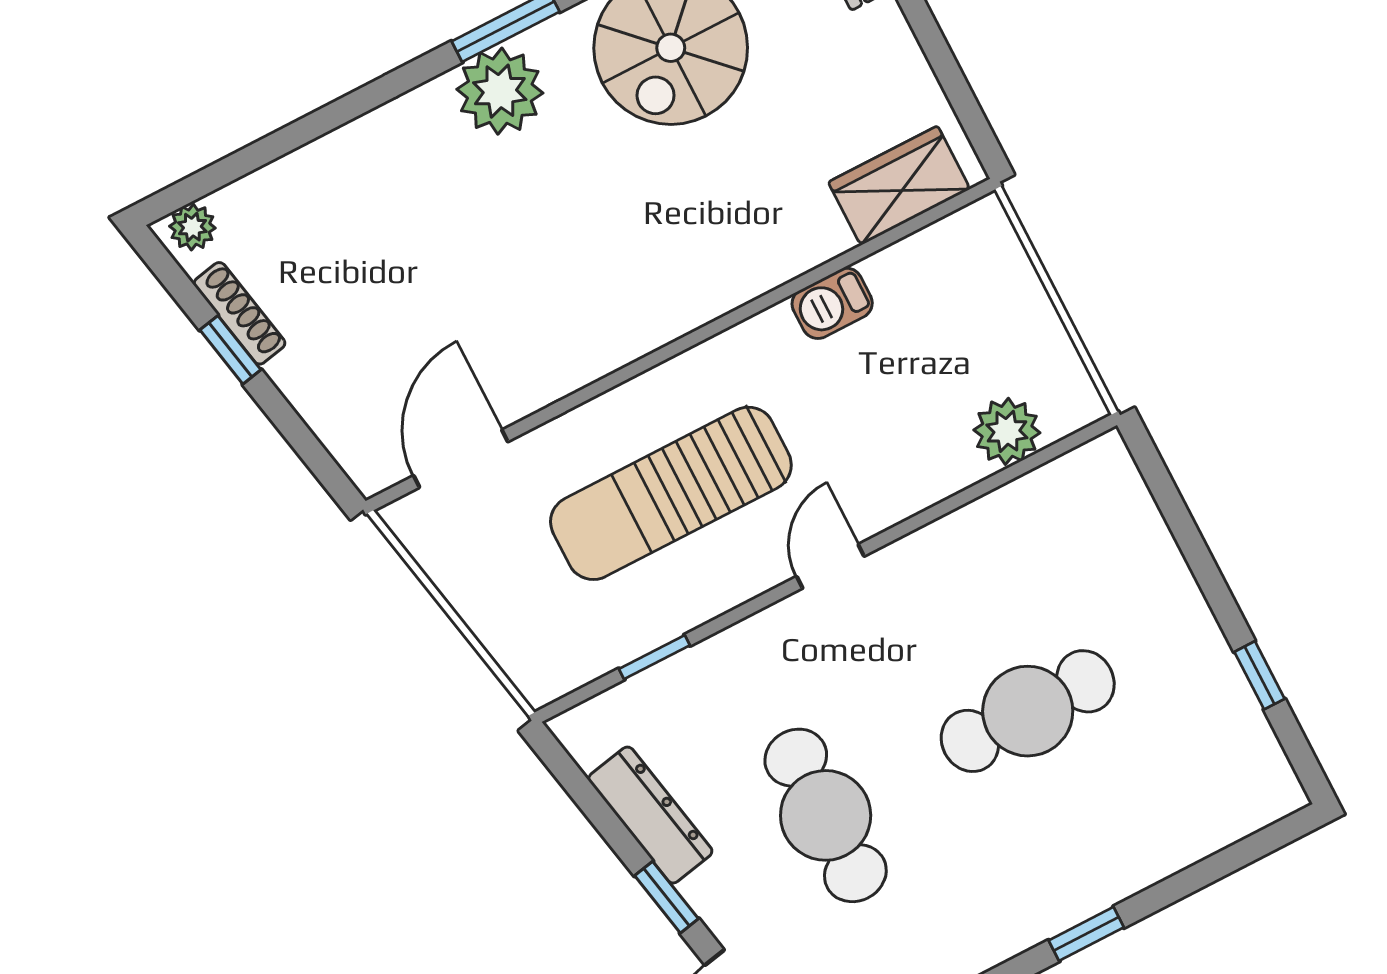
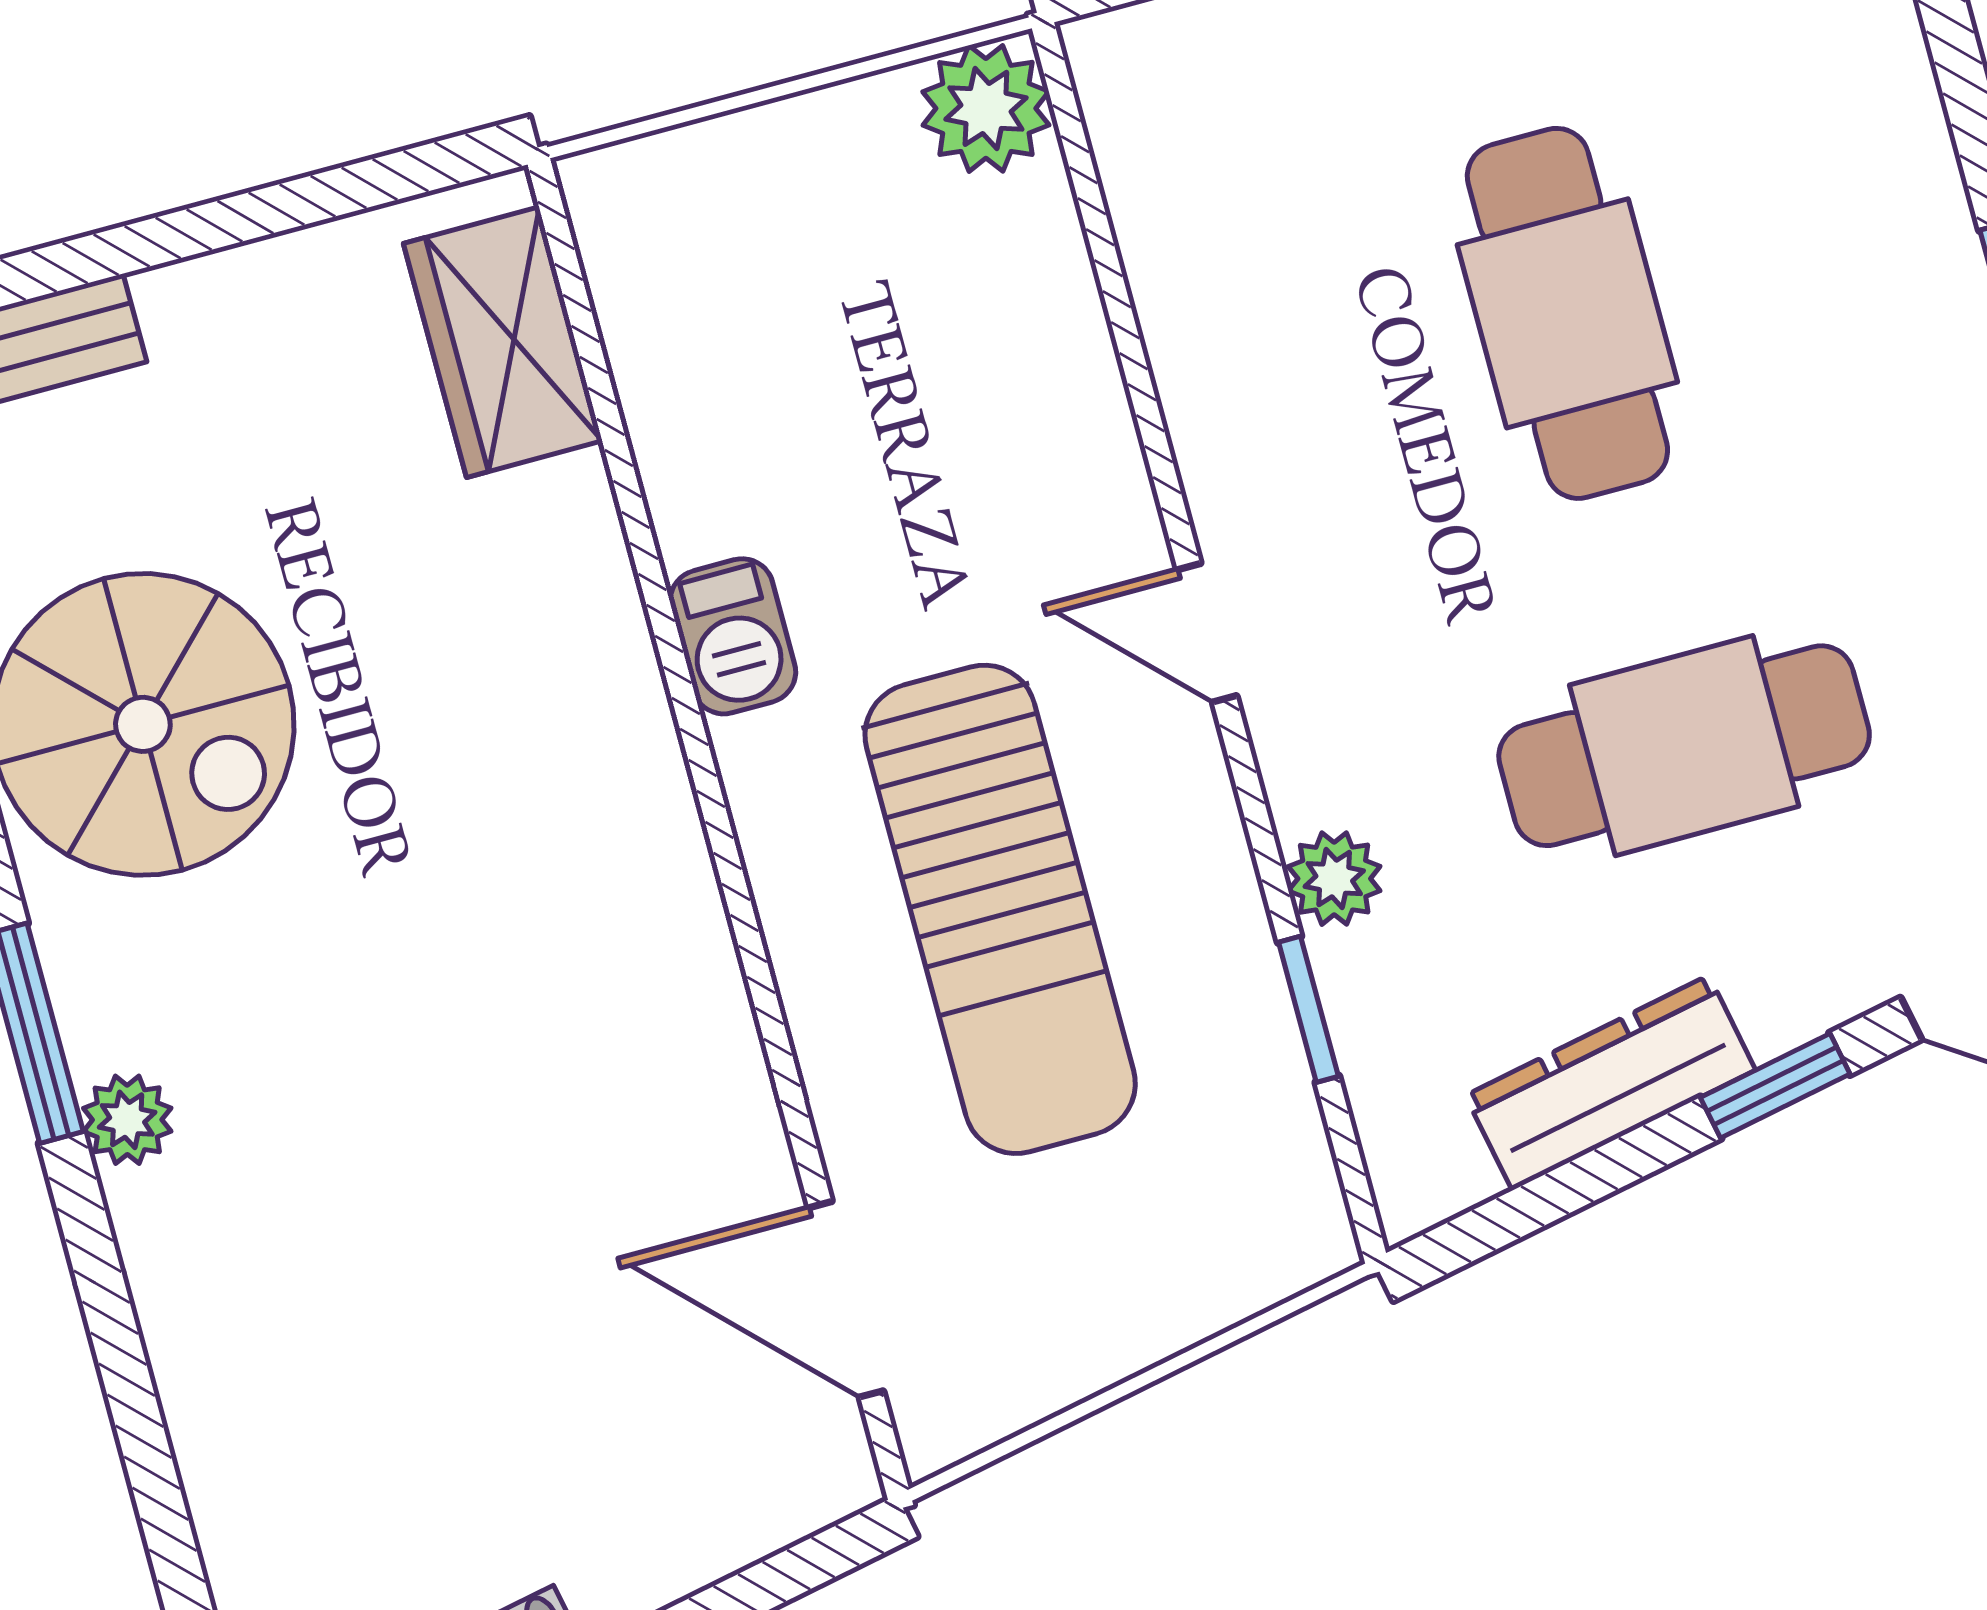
plant: (500, 91) -> (127, 1120), width x0.53, depth x0.53
barbecue: (832, 303) -> (733, 636), moved
plant: (1007, 431) -> (986, 108), moved
plant: (722, 656) -> (1334, 879), added

